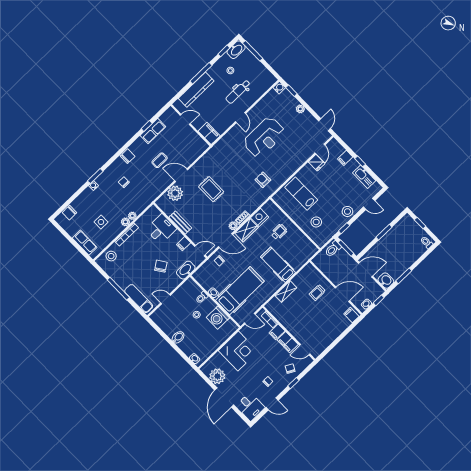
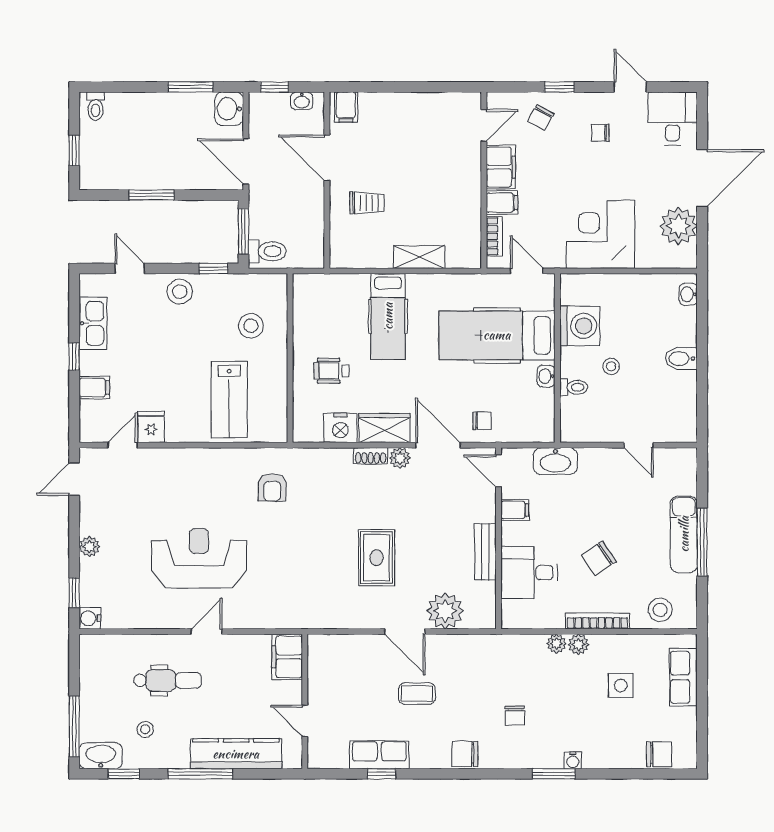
chair: (161, 266) -> (599, 558), moved
exam couch: (139, 299) -> (684, 534), moved
door: (305, 350) -> (484, 125), hinge flipped

